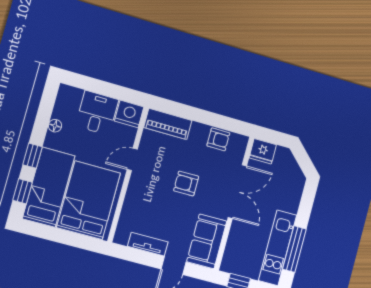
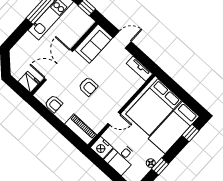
armchair: (218, 139) -> (54, 104), turned 180
window: (32, 156) -> (160, 166), moved
tv unit: (148, 244) -> (139, 69), moved

